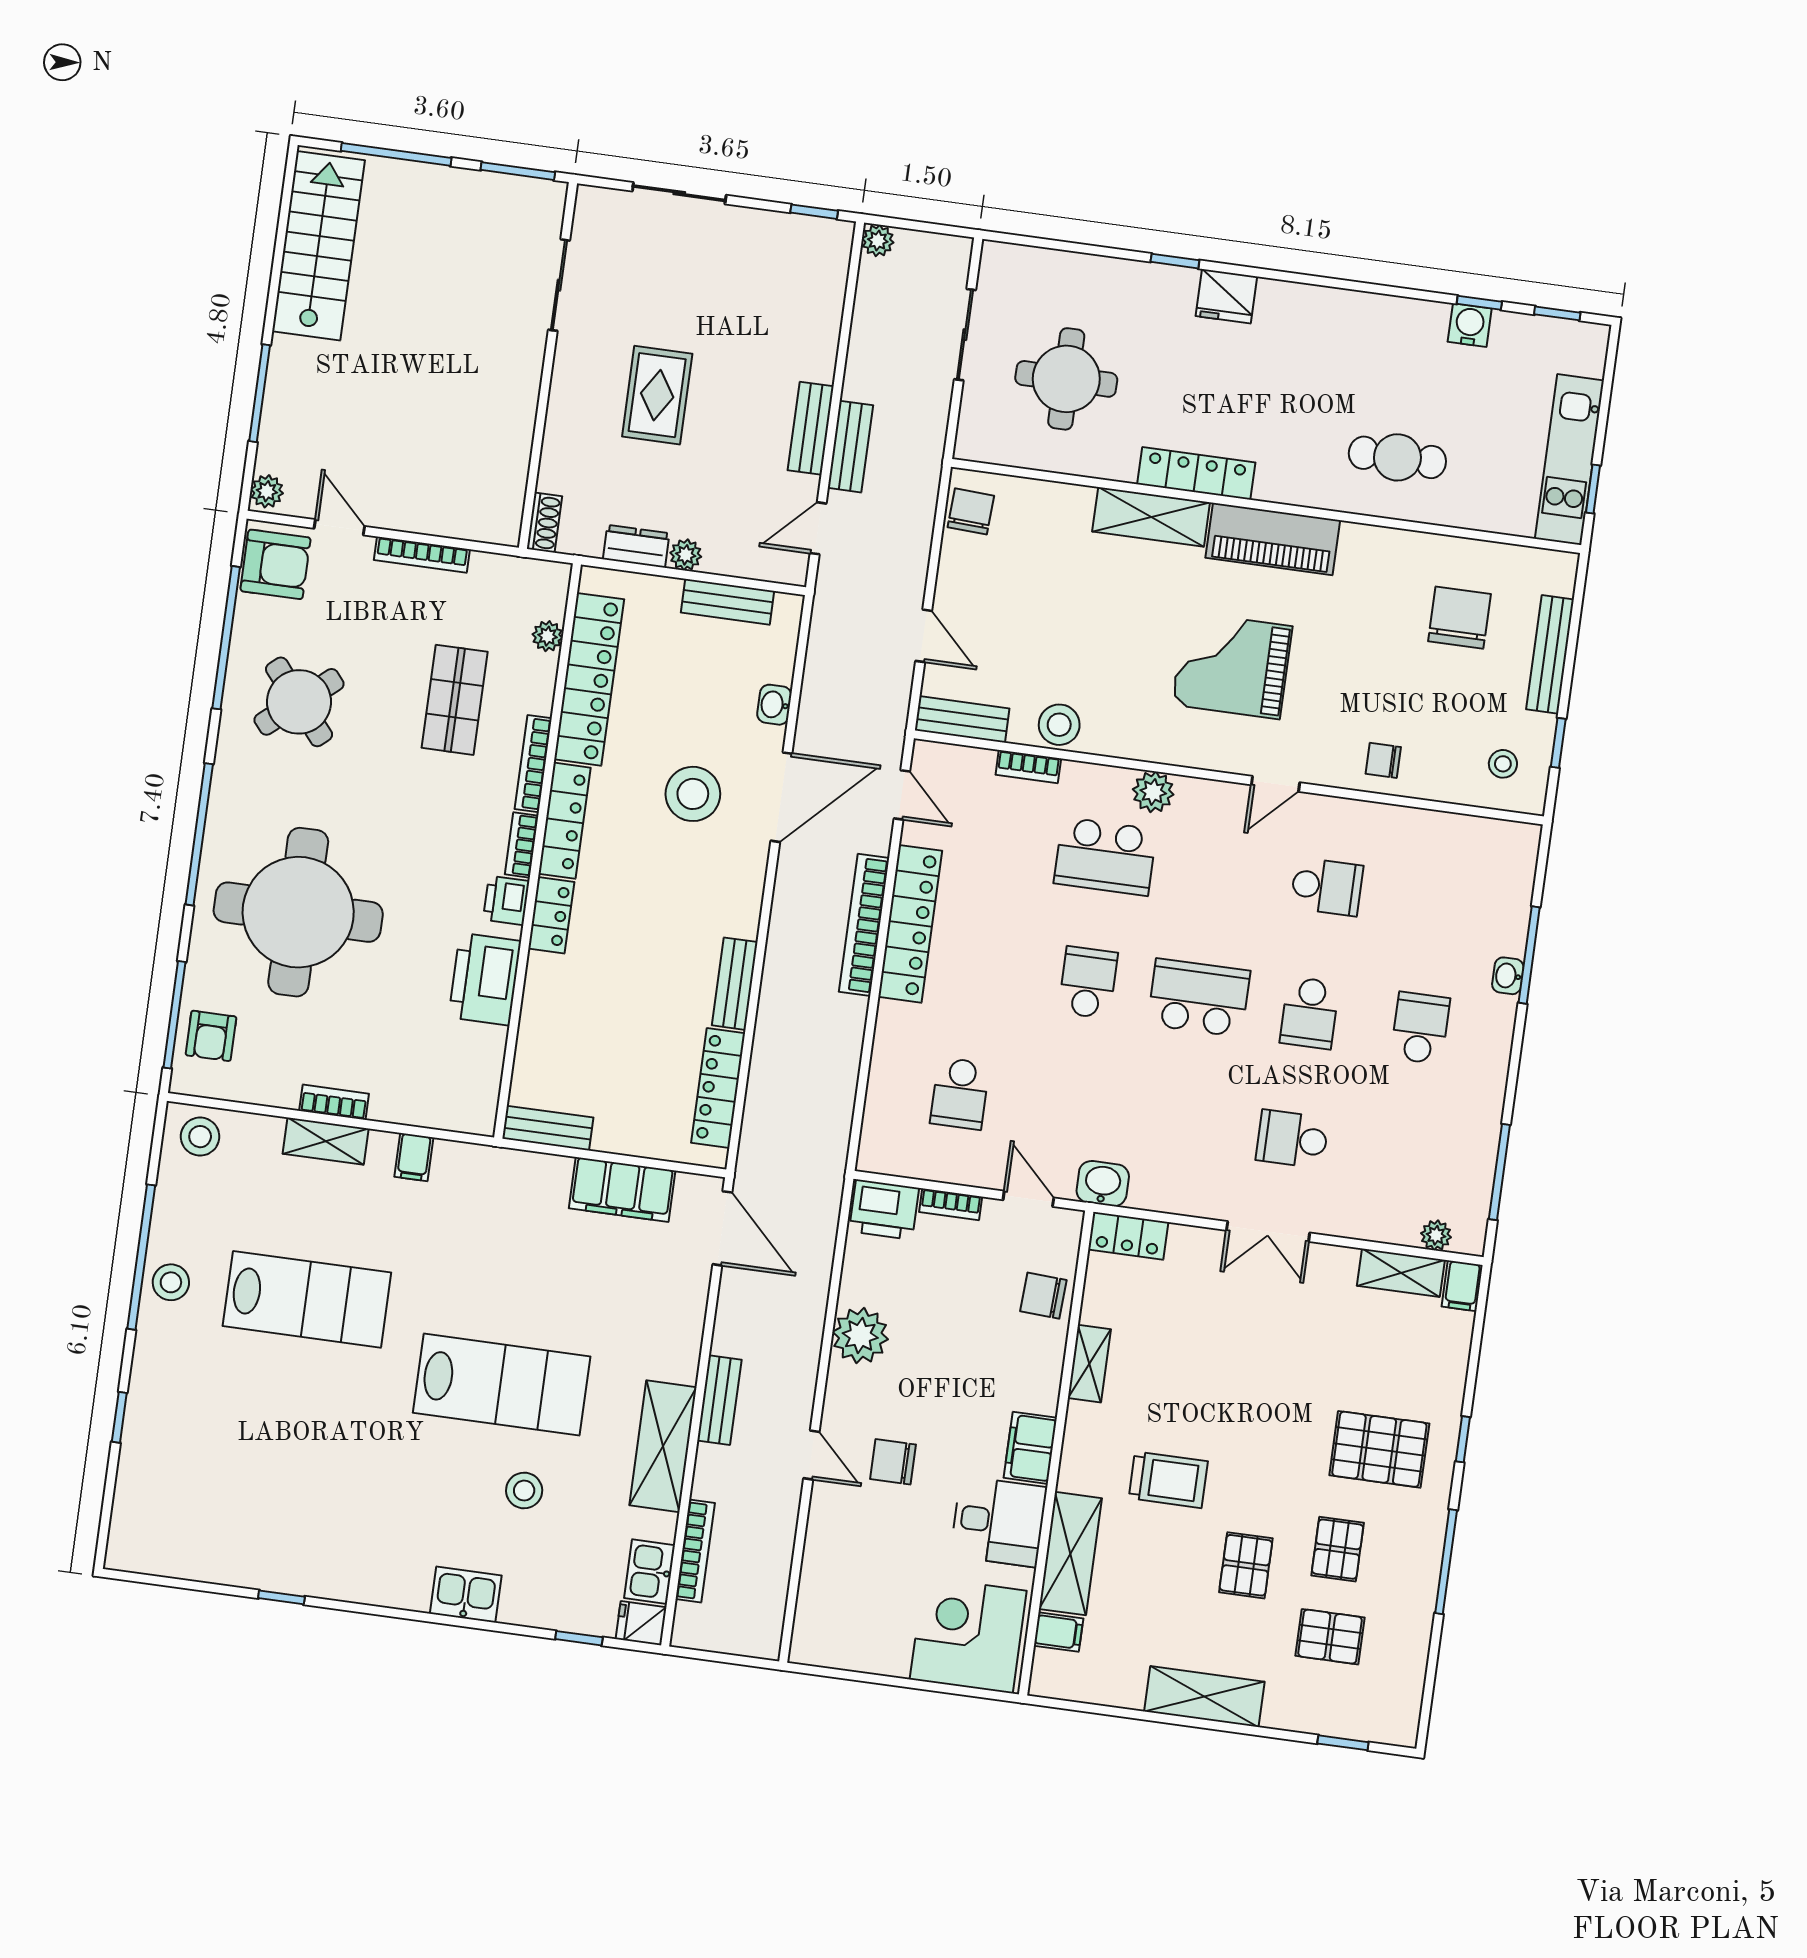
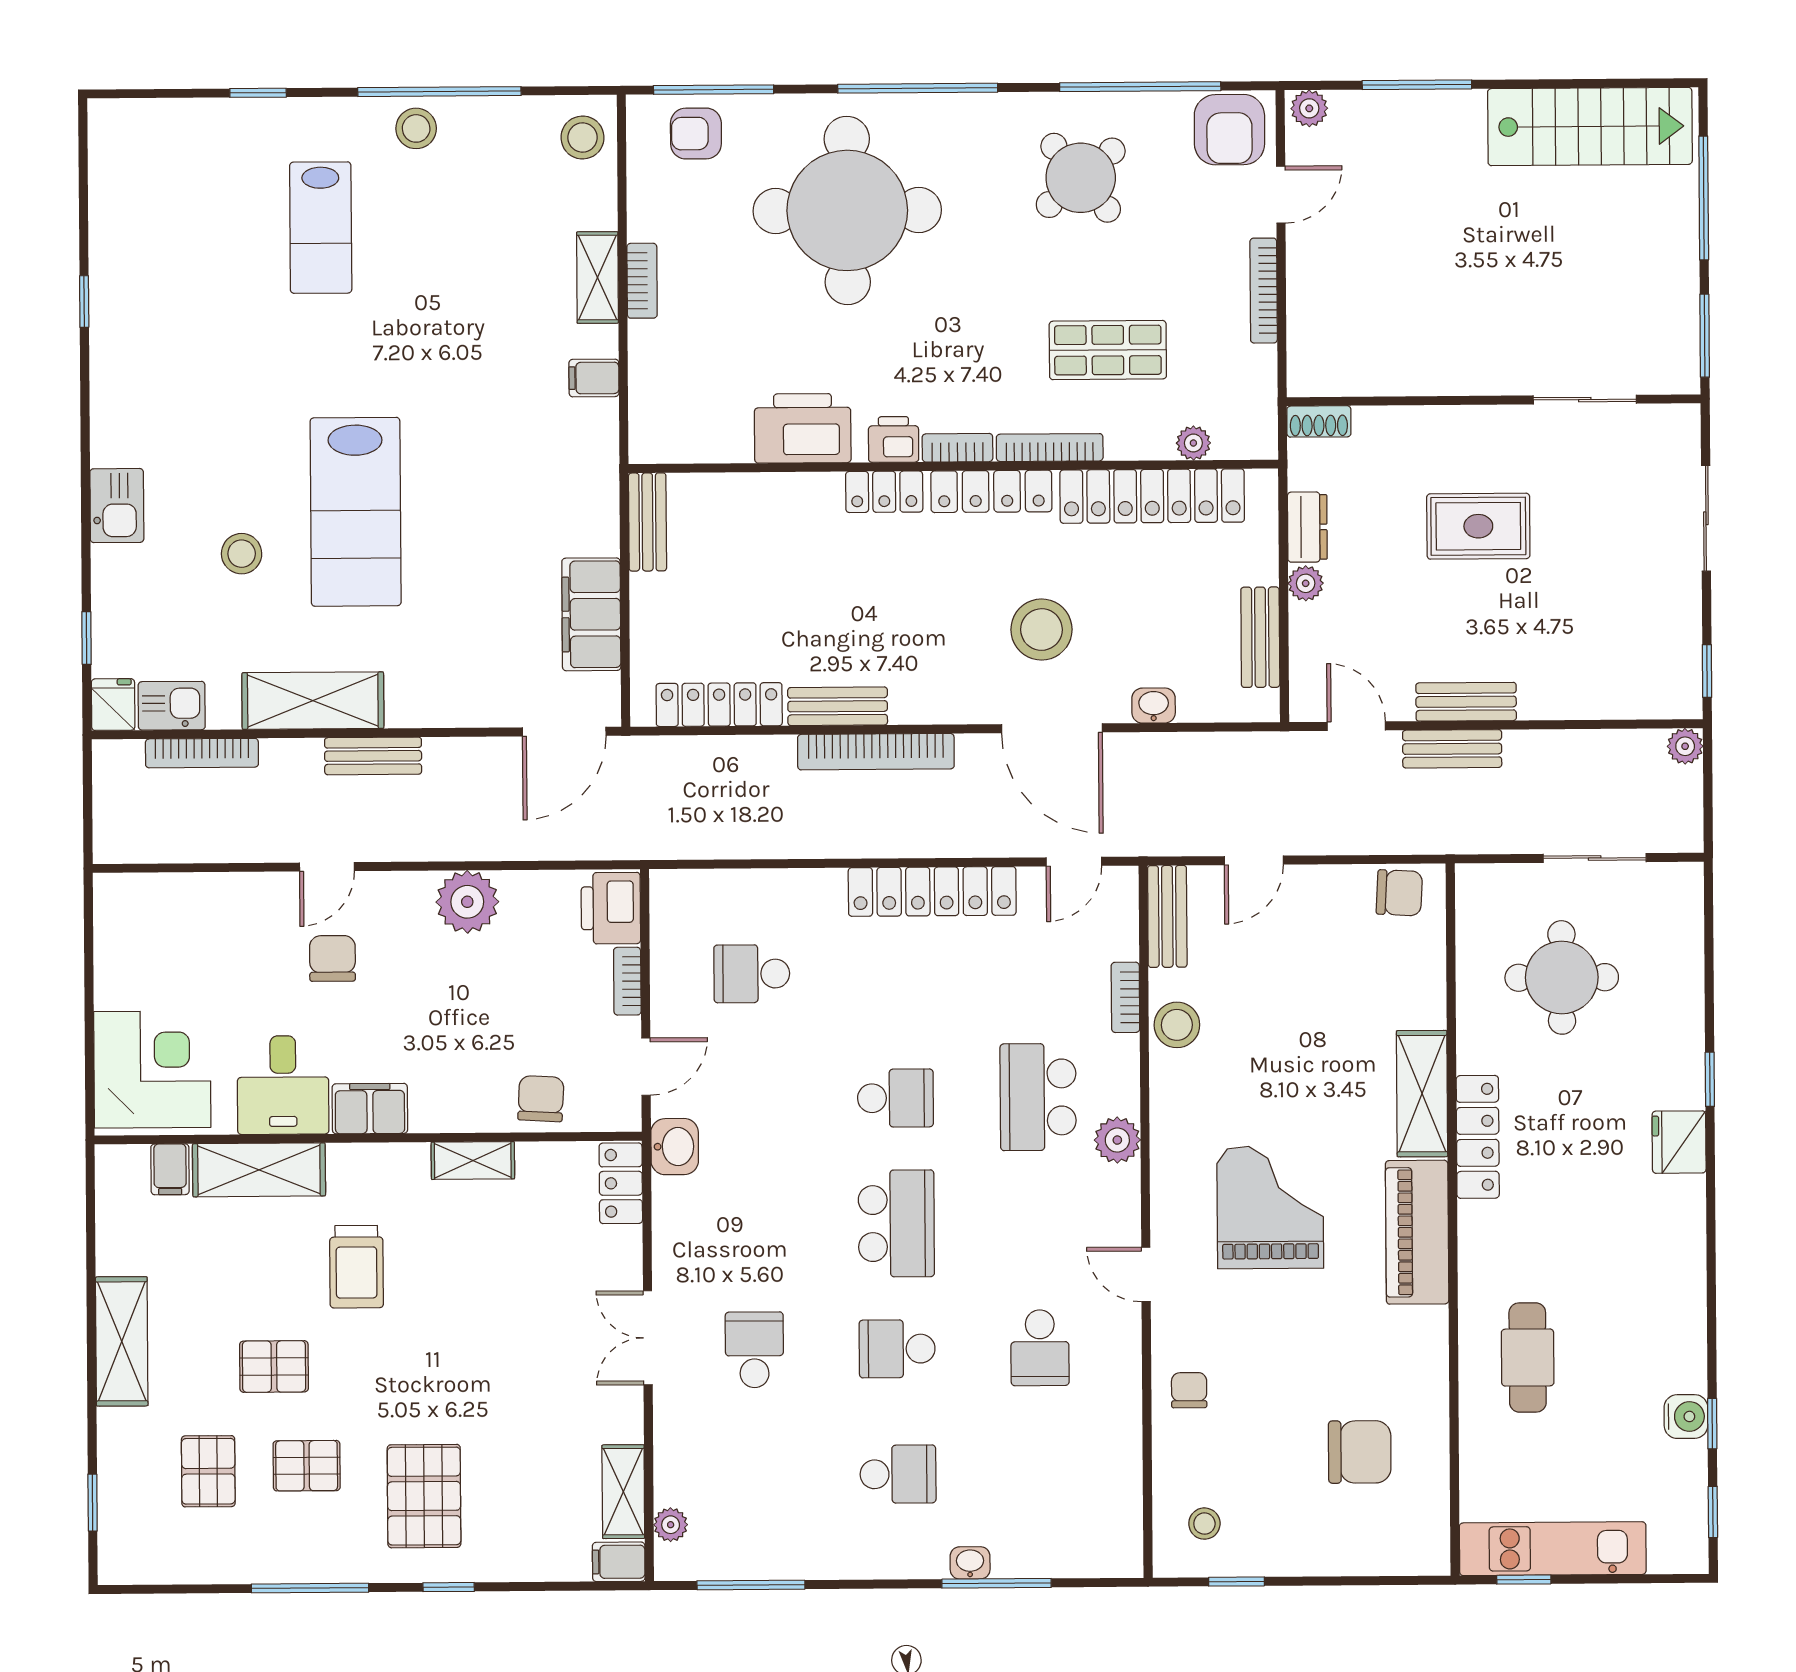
bench: (1550, 654) -> (1333, 1558), removed
bookcase: (864, 925) -> (876, 752), moved, turned 180
lab bench: (307, 1299) -> (321, 228), moved, width x0.73, depth x0.72

